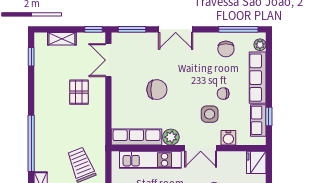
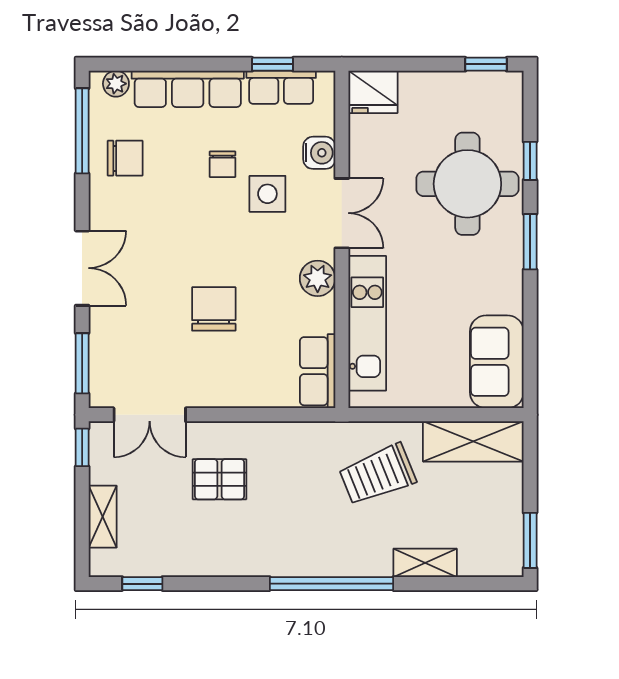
row of seats: (136, 137) -> (318, 371), width x0.68

